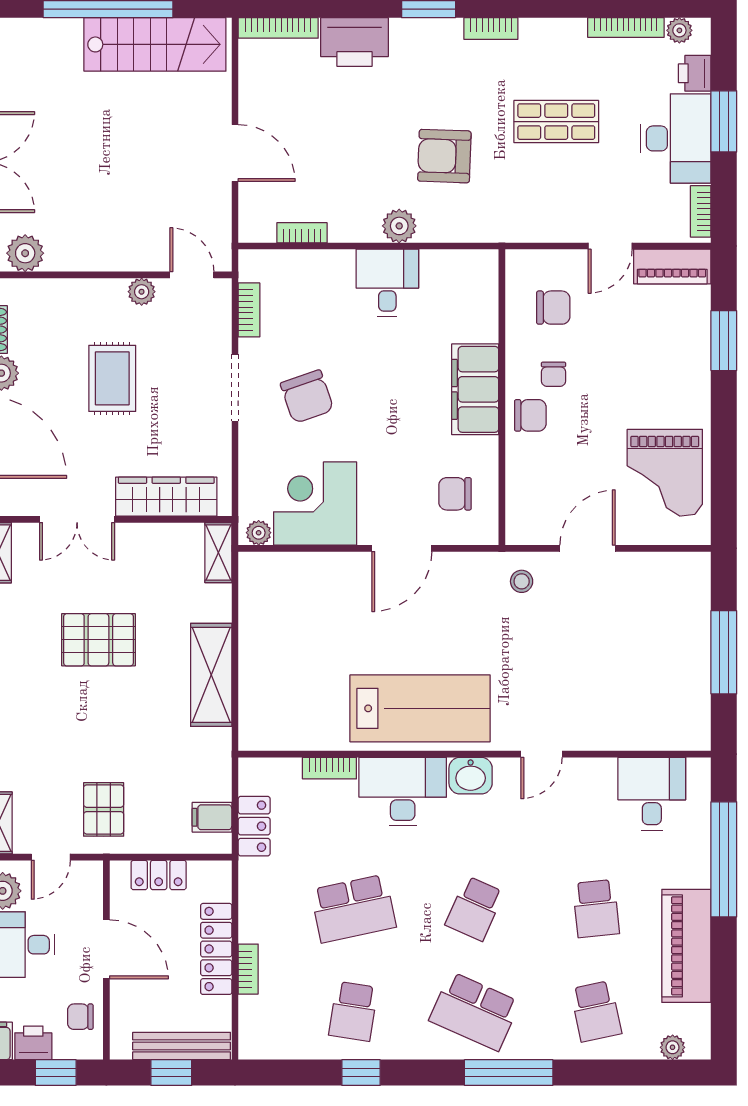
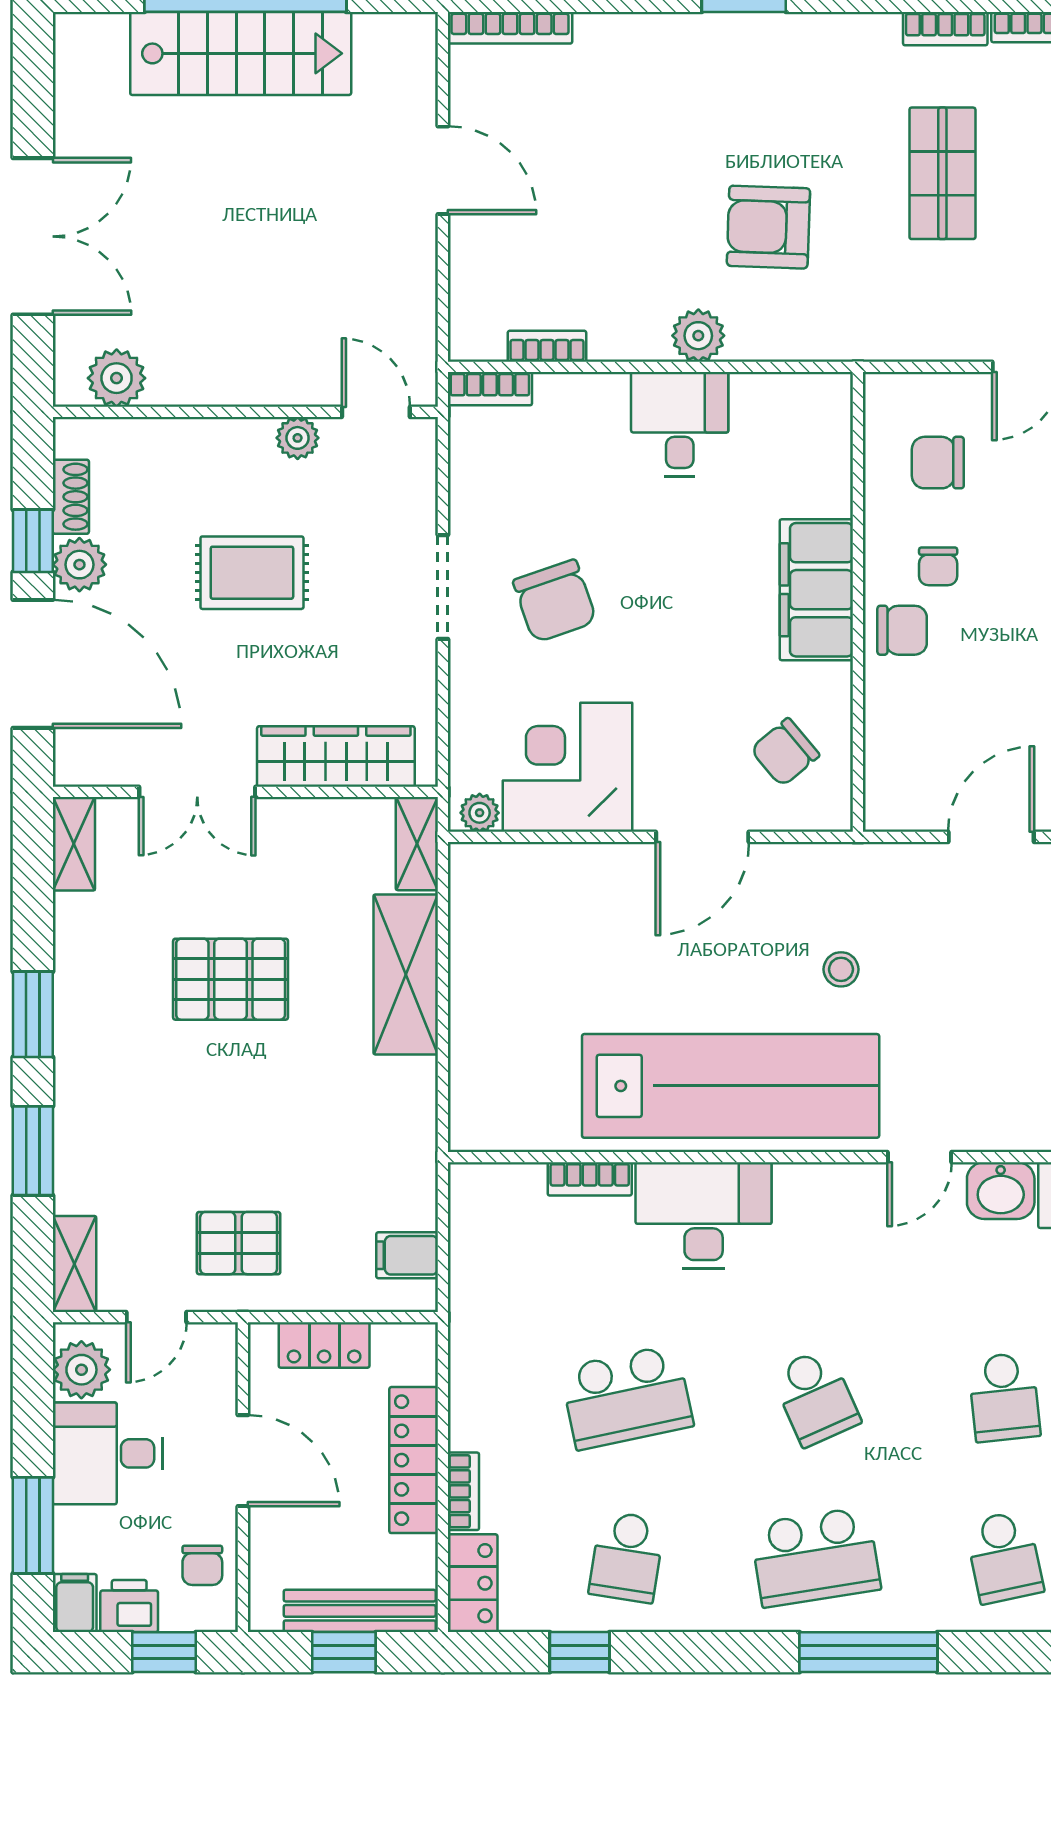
bookcase: (491, 29) -> (945, 29), moved
printer: (355, 42) -> (629, 50), removed
stairs: (155, 44) -> (241, 53), moved
shop shelf: (556, 122) -> (942, 173), turned 90
door: (235, 153) -> (443, 170), moved
chair: (553, 308) -> (938, 463), turned 180
bookcase: (249, 310) -> (490, 389), moved, turned 90
rug: (112, 378) -> (252, 573), turned 90
chair: (455, 494) -> (785, 752), turned -40
stool: (522, 581) -> (841, 969), moved
shelving: (211, 675) -> (406, 974), moved
lab bench: (420, 708) -> (731, 1086), width x1.36
washbasin: (471, 776) -> (1001, 1191), moved
pallet: (104, 809) -> (239, 1243), turned 90
locker: (254, 826) -> (473, 1583), moved
school desk: (475, 909) -> (815, 1397), turned -48
school desk: (475, 1011) -> (815, 1557), turned -33
chair: (80, 1017) -> (202, 1565), turned -90
window: (361, 1073) -> (580, 1652), moved

